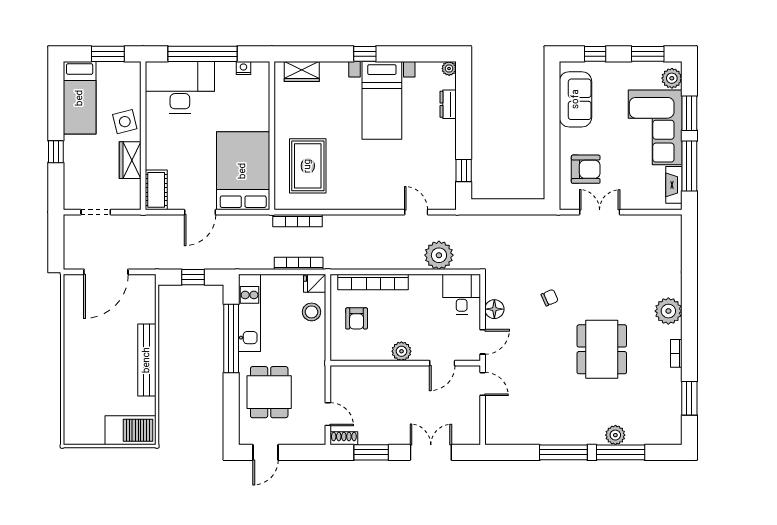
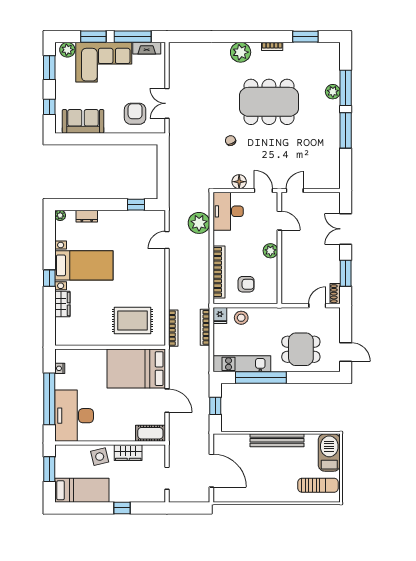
wardrobe: (302, 71) -> (62, 304), moved
desk: (462, 294) -> (228, 211), width x1.37
dining table: (602, 349) -> (269, 102), width x1.36, depth x1.24
sun lounger: (86, 415) -> (318, 485), added

